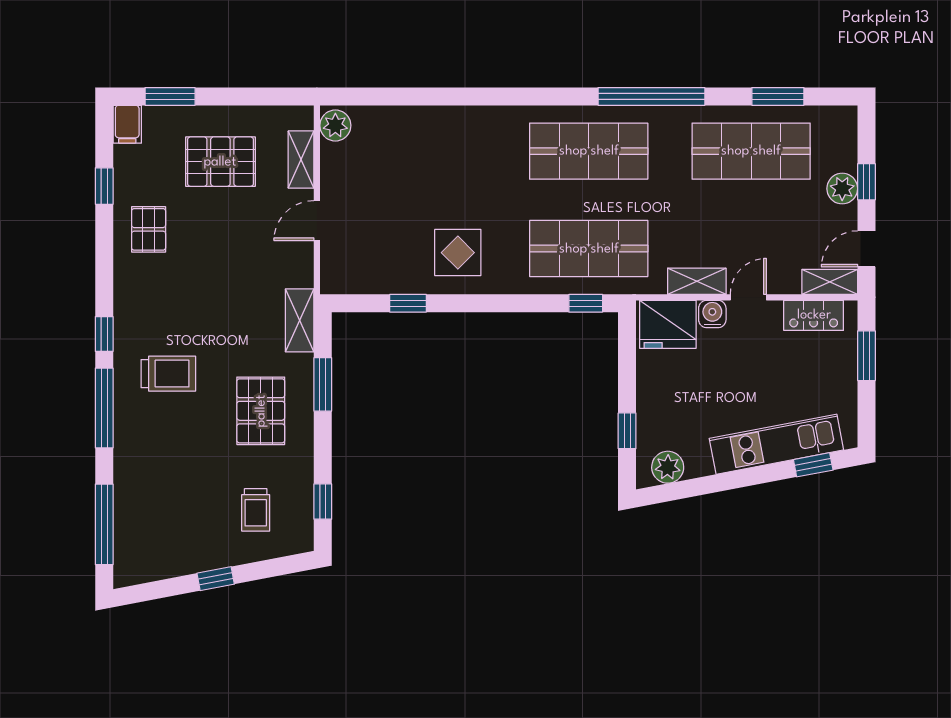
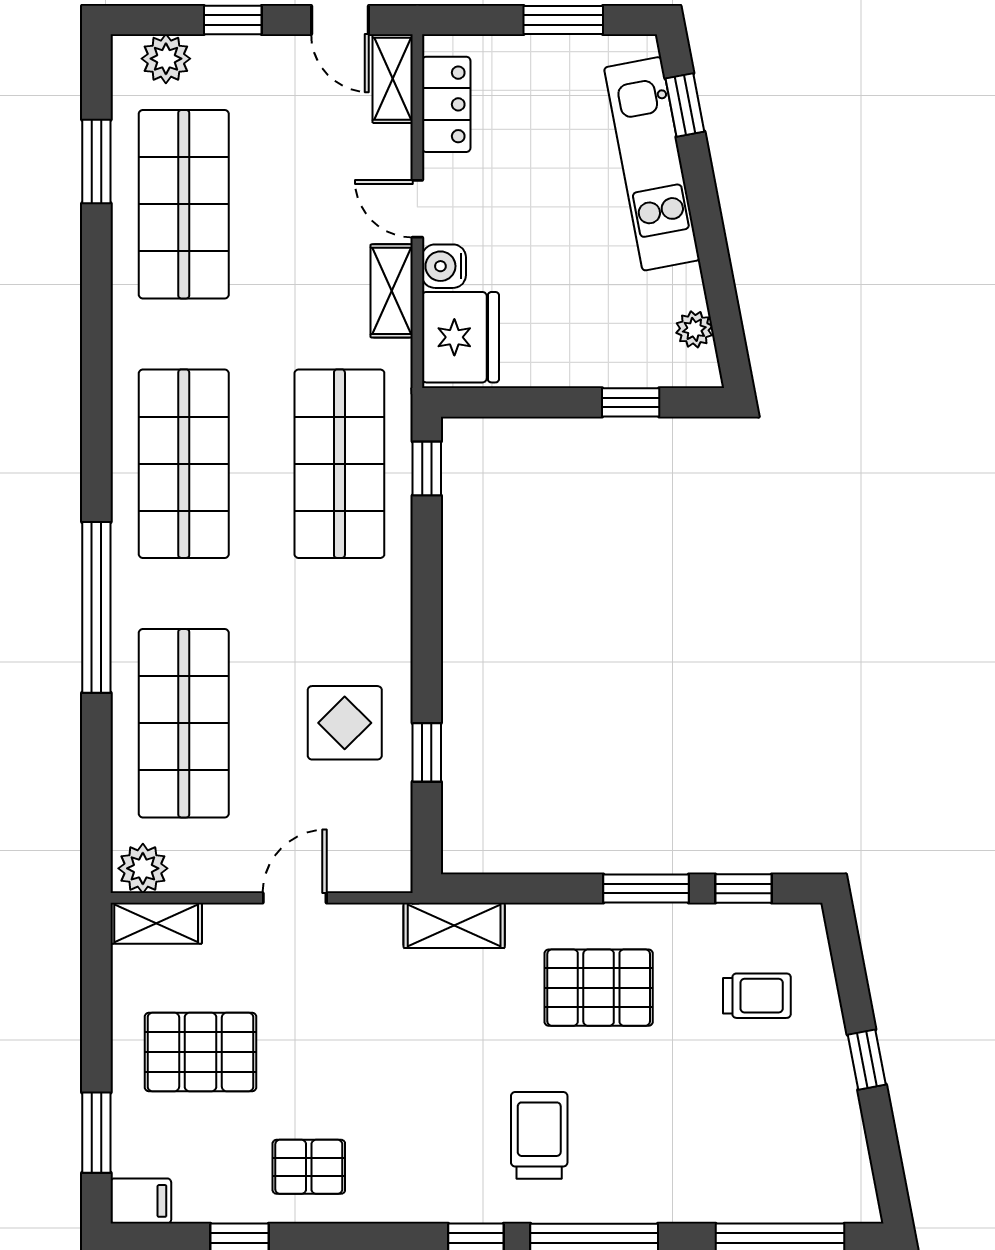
window: (651, 96) -> (96, 607), moved
shop shelf: (426, 151) -> (184, 723), added
shelving: (301, 160) -> (156, 923), moved
pallet: (220, 162) -> (200, 1052), turned 90
plant: (842, 189) -> (166, 59), moved
door: (317, 221) -> (295, 898), swing flipped
display table: (458, 253) -> (345, 723), moved
window: (866, 356) -> (563, 20), moved
window: (323, 384) -> (646, 889), moved
plant: (668, 467) -> (694, 329), width x0.73, depth x0.73

